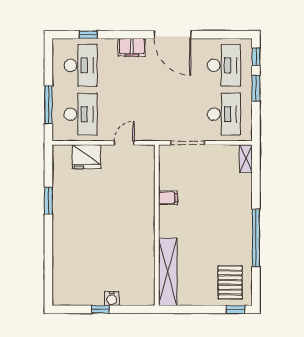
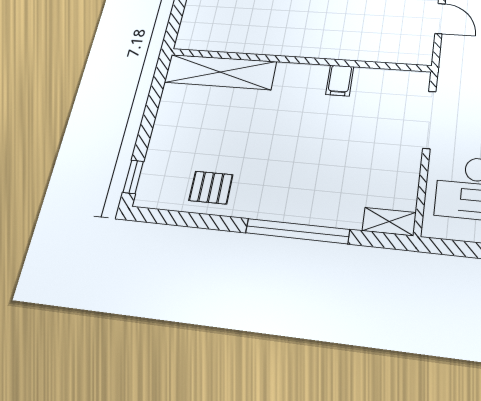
window: (256, 238) -> (297, 231), moved
pallet: (230, 282) -> (211, 188), moved, width x0.67, depth x0.71

